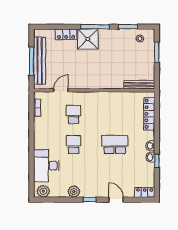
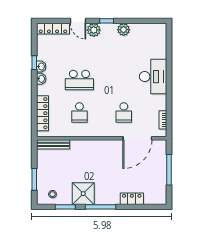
shower: (88, 39) -> (83, 194), moved
bench: (40, 61) -> (160, 170), removed
door: (61, 90) -> (137, 138), width x1.87
school desk: (74, 145) -> (79, 112), moved
desk: (46, 166) -> (153, 77), moved
plant: (43, 191) -> (94, 30), moved
locker: (145, 192) -> (53, 29), width x1.53

